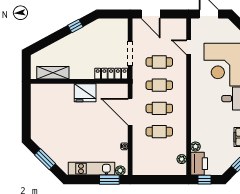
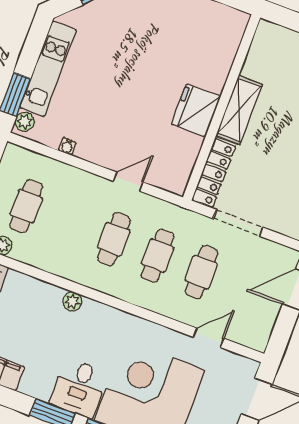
shelving: (53, 73) -> (239, 110), moved
door: (130, 112) -> (128, 182), width x0.53
cafe table: (159, 132) -> (26, 206), moved
plant: (195, 146) -> (72, 301), moved

